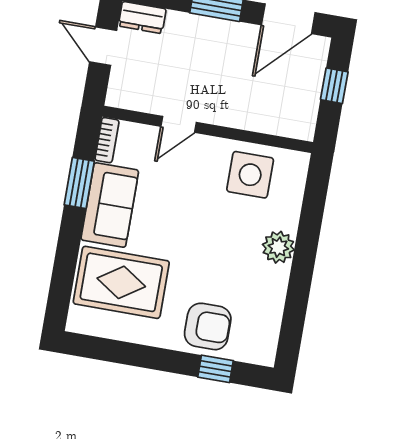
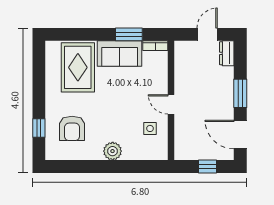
door: (179, 124) -> (171, 104), moved
side table: (250, 175) -> (150, 128), width x0.54, depth x0.54
armchair: (208, 326) -> (72, 128), moved

